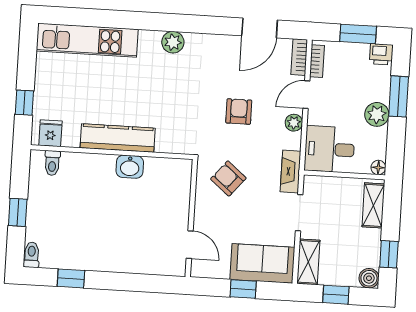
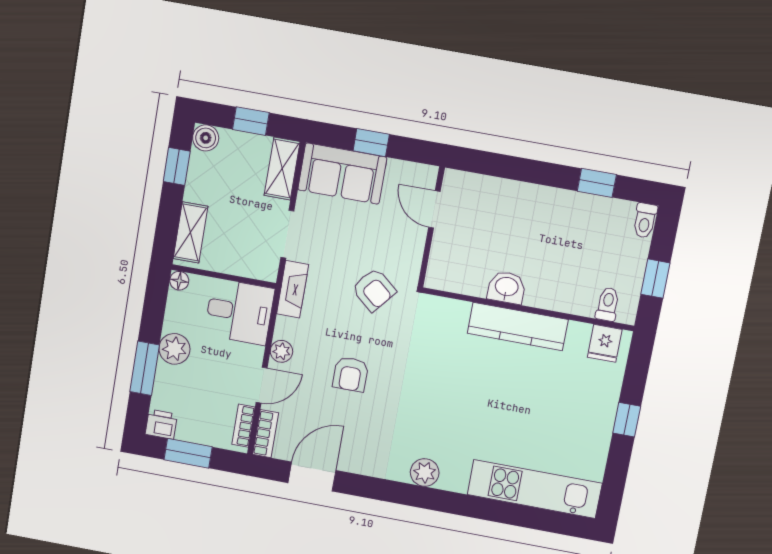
fridge: (50, 133) -> (605, 343), moved
kitchen counter: (118, 138) -> (518, 326), moved
wall: (112, 152) -> (528, 309), moved
toilet: (52, 163) -> (608, 304), moved
washbasin: (130, 167) -> (507, 287), moved

